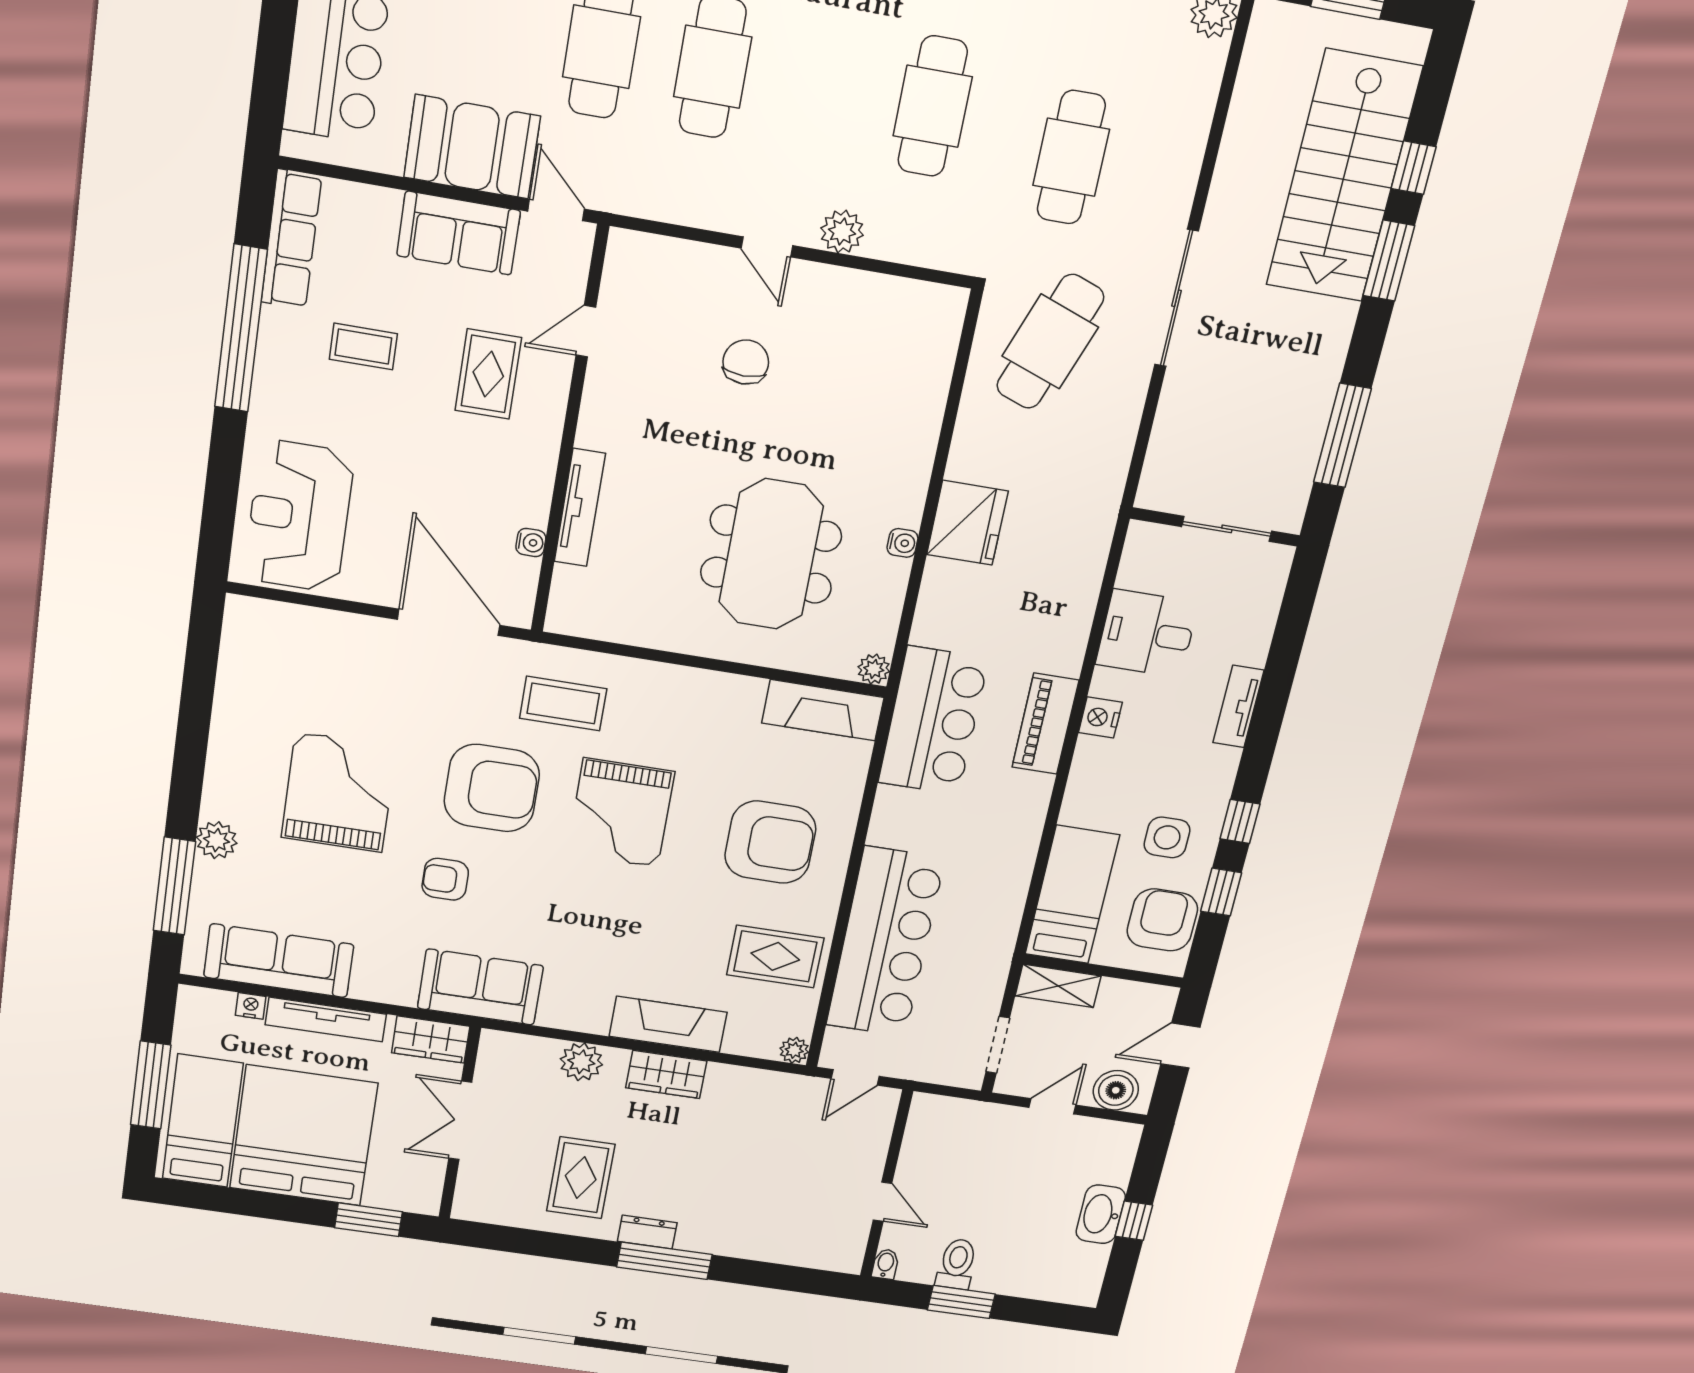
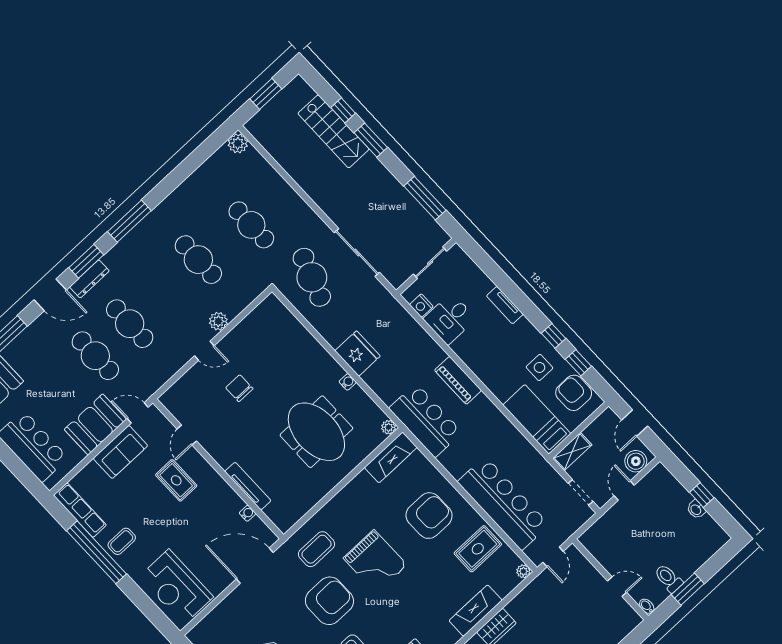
stairs: (1344, 176) -> (333, 131), width x0.73, depth x0.66
sliding door: (1176, 298) -> (357, 252), moved
coffee table: (363, 346) -> (122, 541), moved
nightstand: (1100, 717) -> (421, 306), moved
washbasin: (1101, 1214) -> (696, 509), width x0.52, depth x0.69

